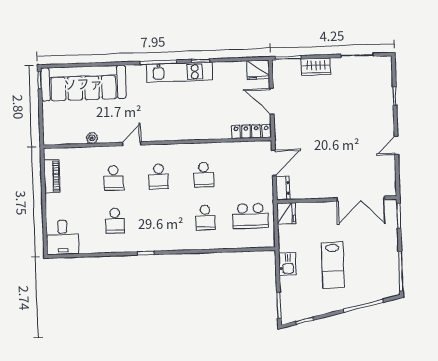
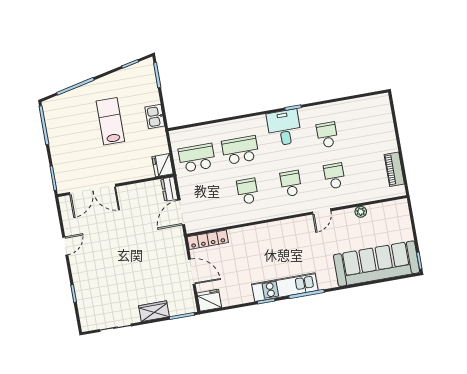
double door: (361, 199) -> (93, 189), swing flipped
school desk: (205, 217) -> (240, 150), width x1.85
desk: (62, 237) -> (284, 128), moved

